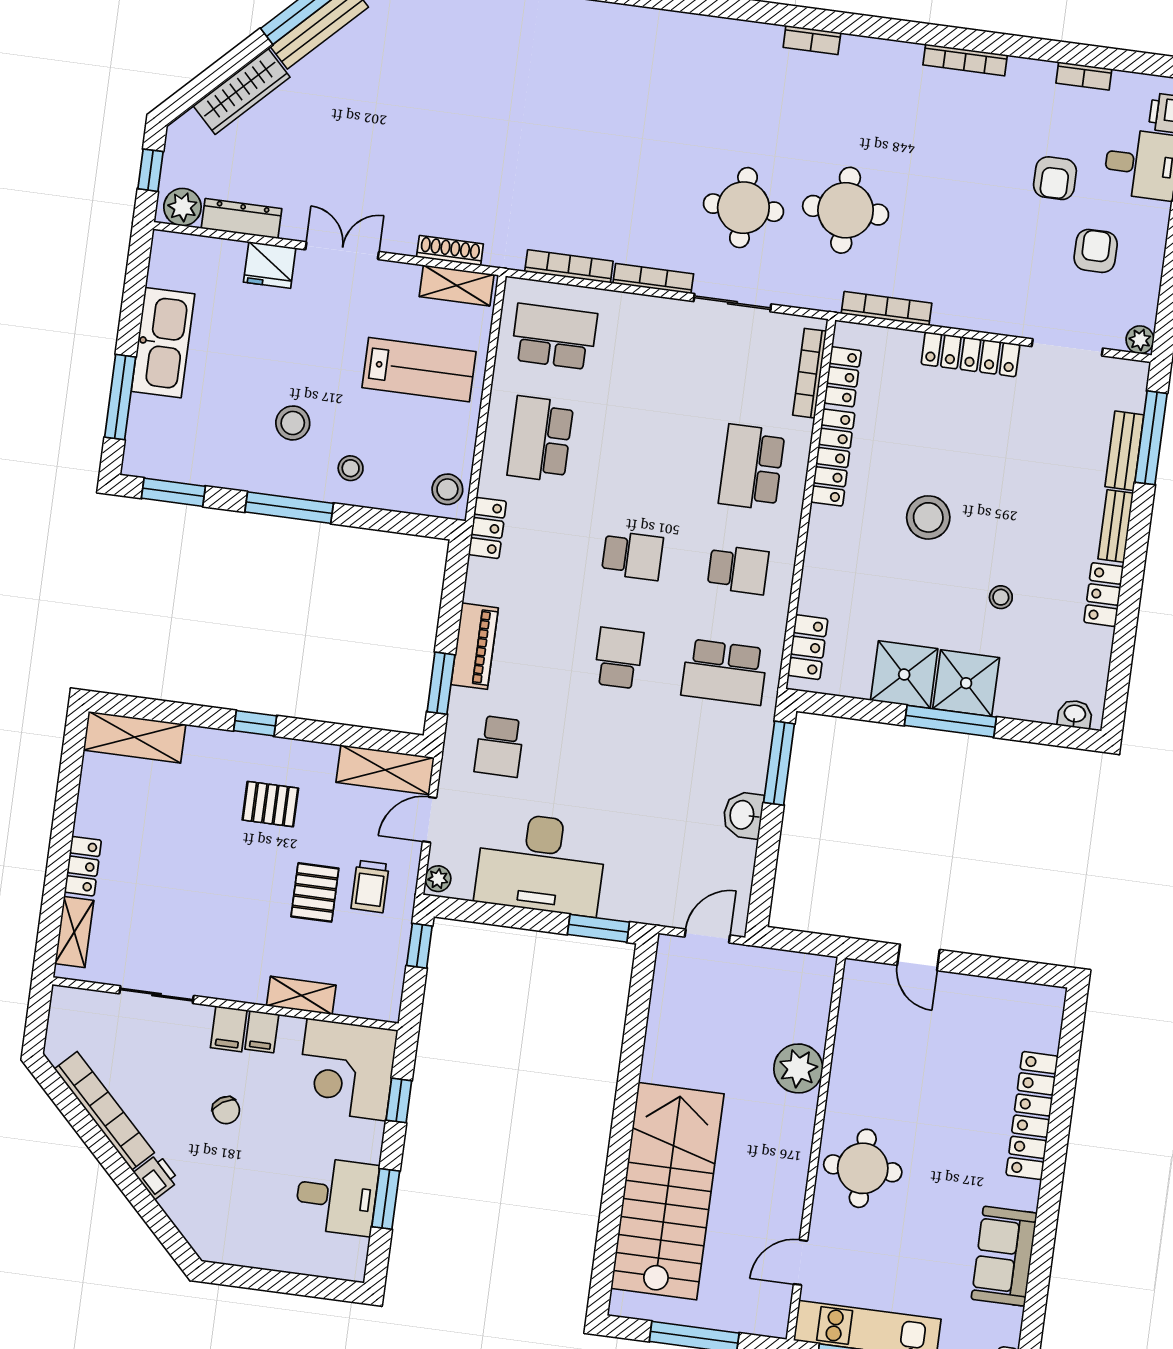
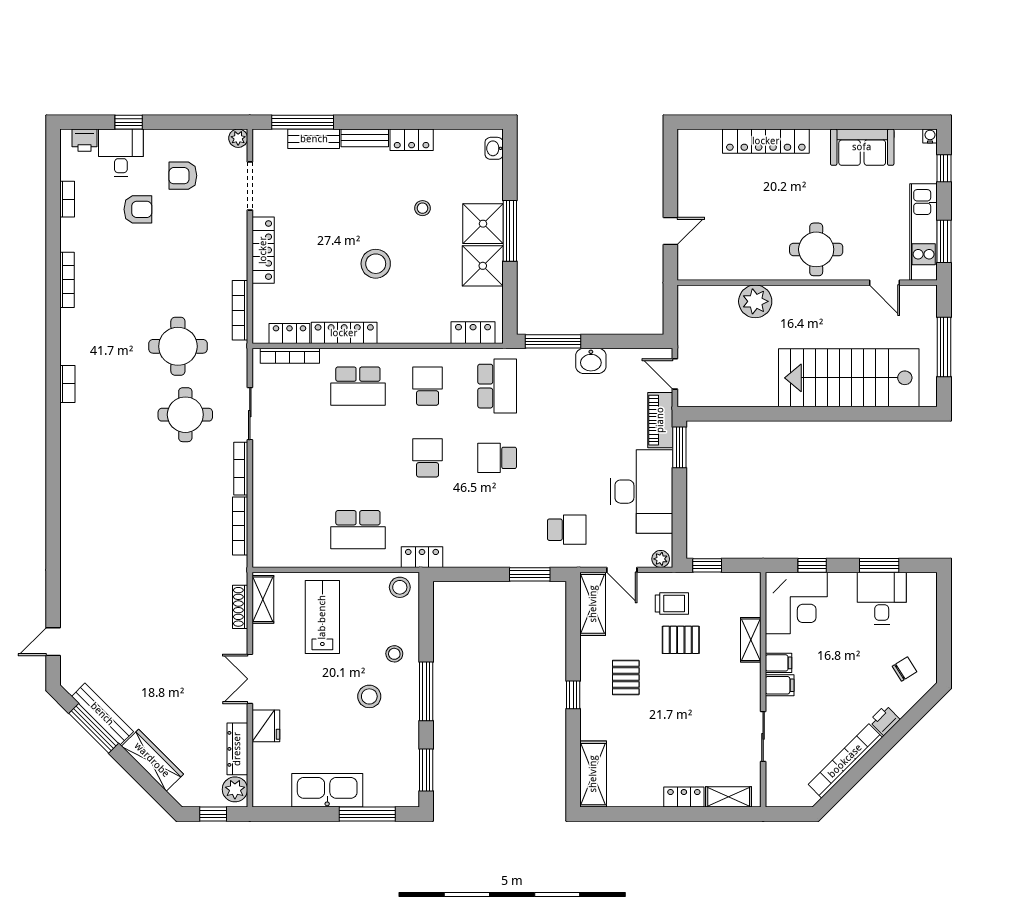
school desk: (554, 337) -> (288, 530), removed
piano: (475, 646) -> (660, 420), moved, turned -90
chair: (226, 1110) -> (904, 669), moved

